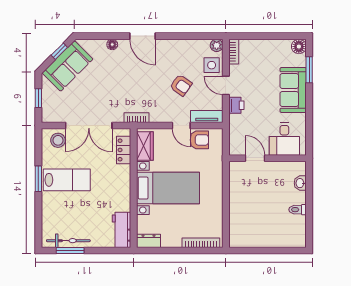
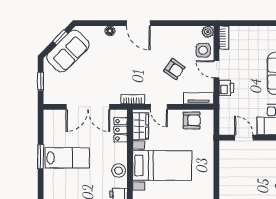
door: (181, 126) -> (159, 107), moved
stool: (58, 140) -> (119, 171), moved

